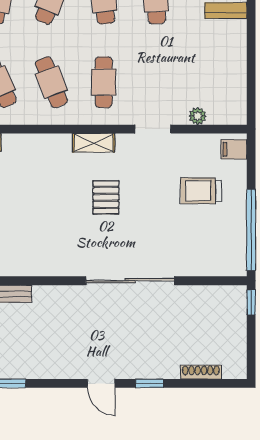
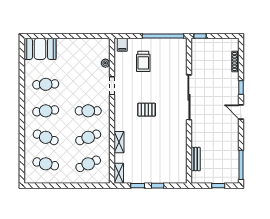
shelving: (94, 143) -> (119, 142), moved
door: (101, 383) -> (241, 112), swing flipped

